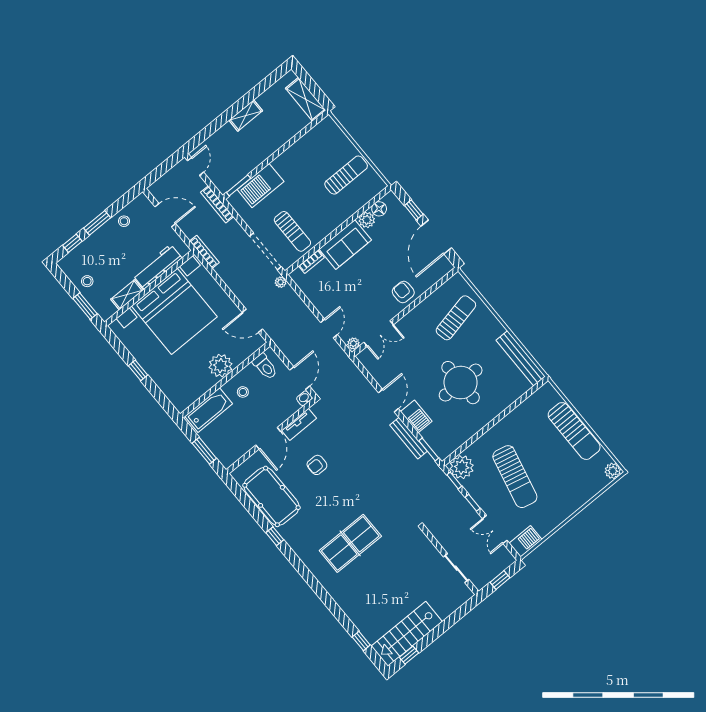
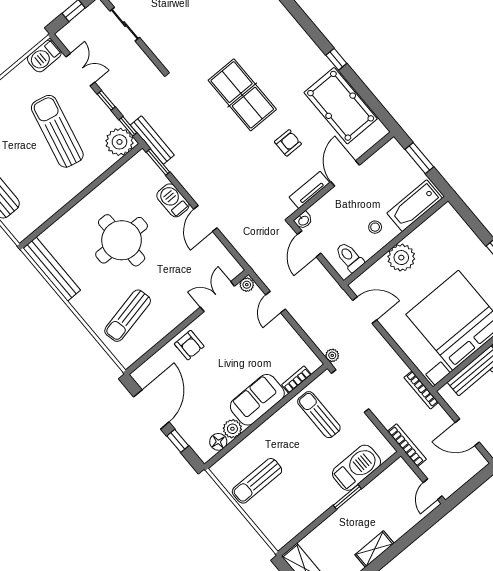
window: (239, 185) -> (347, 497), moved
bench: (408, 438) -> (152, 140), moved
table tennis table: (350, 543) -> (242, 95), moved, turned 90

